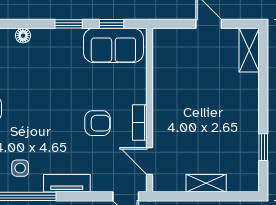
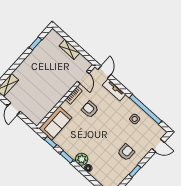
plant: (44, 40) -> (82, 159), added
sofa: (113, 45) -> (55, 123), moved, turned 90
tv unit: (67, 183) -> (114, 90), moved

